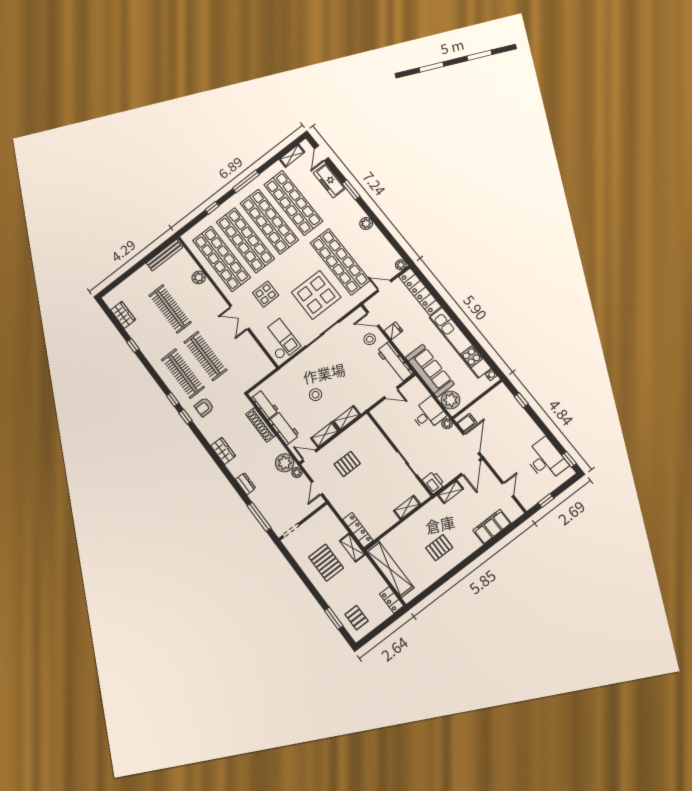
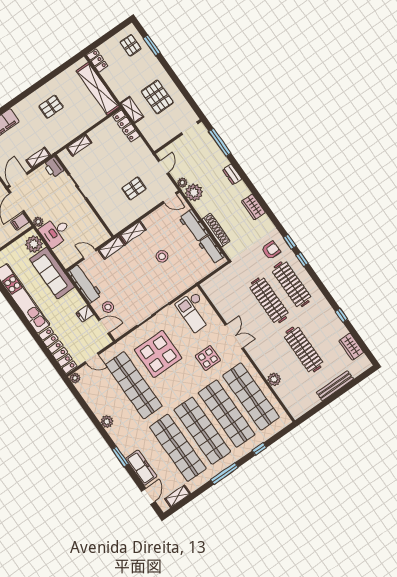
bench: (164, 255) -> (335, 386), moved
shelving: (325, 435) -> (112, 247), moved

